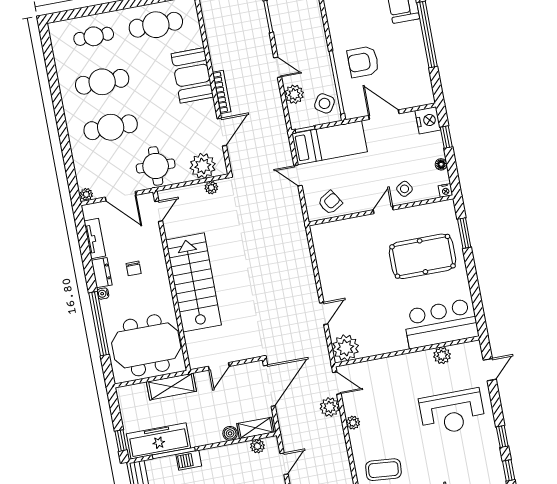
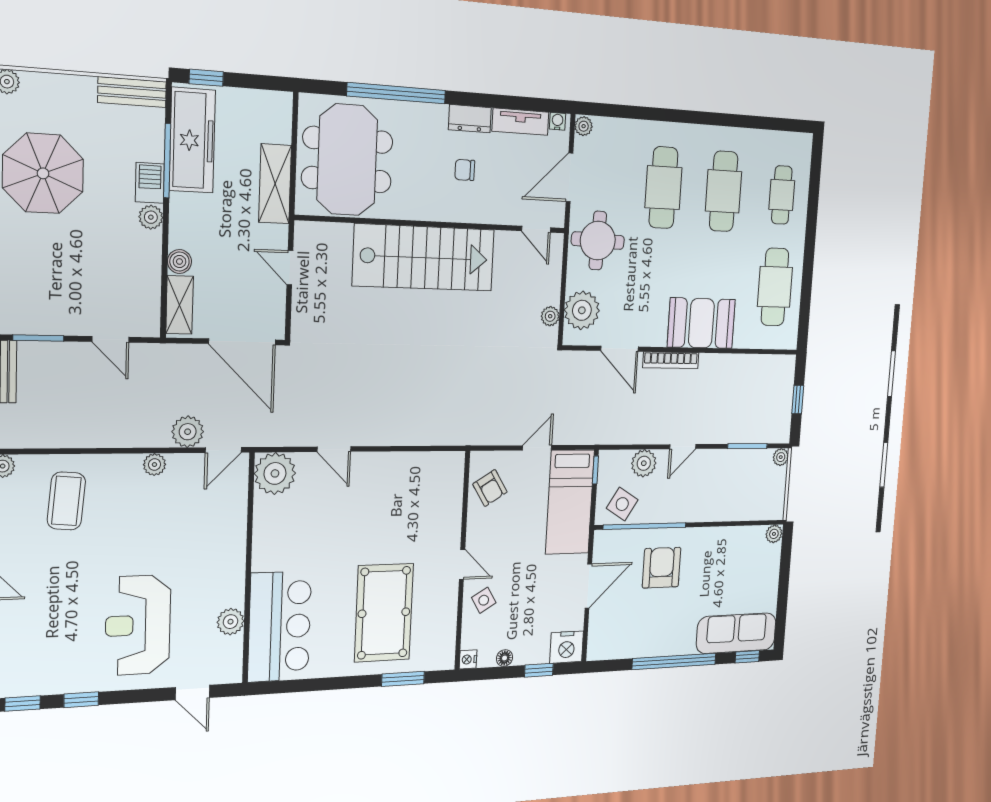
water cooler: (103, 294) -> (558, 121), moved
plant: (257, 446) -> (151, 217), moved

